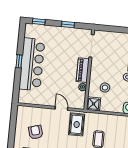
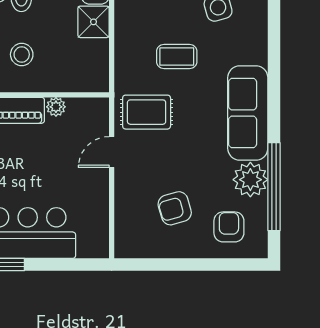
stool: (105, 88) -> (22, 54), moved
shower: (93, 104) -> (94, 22), moved

